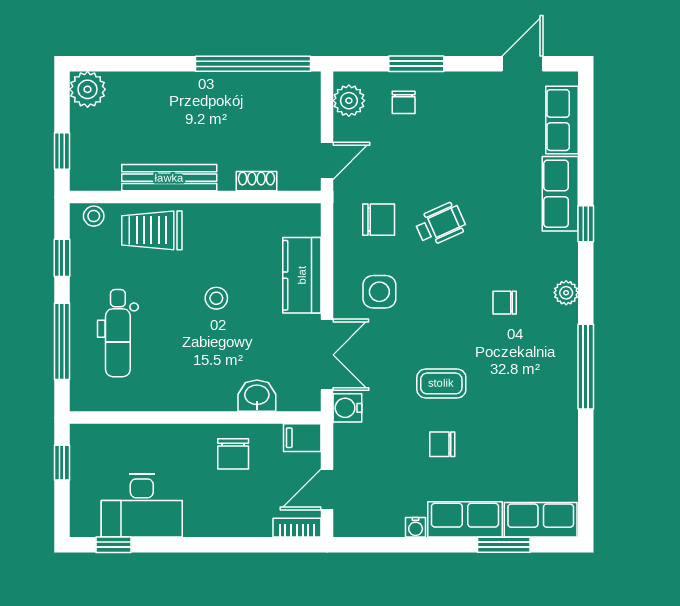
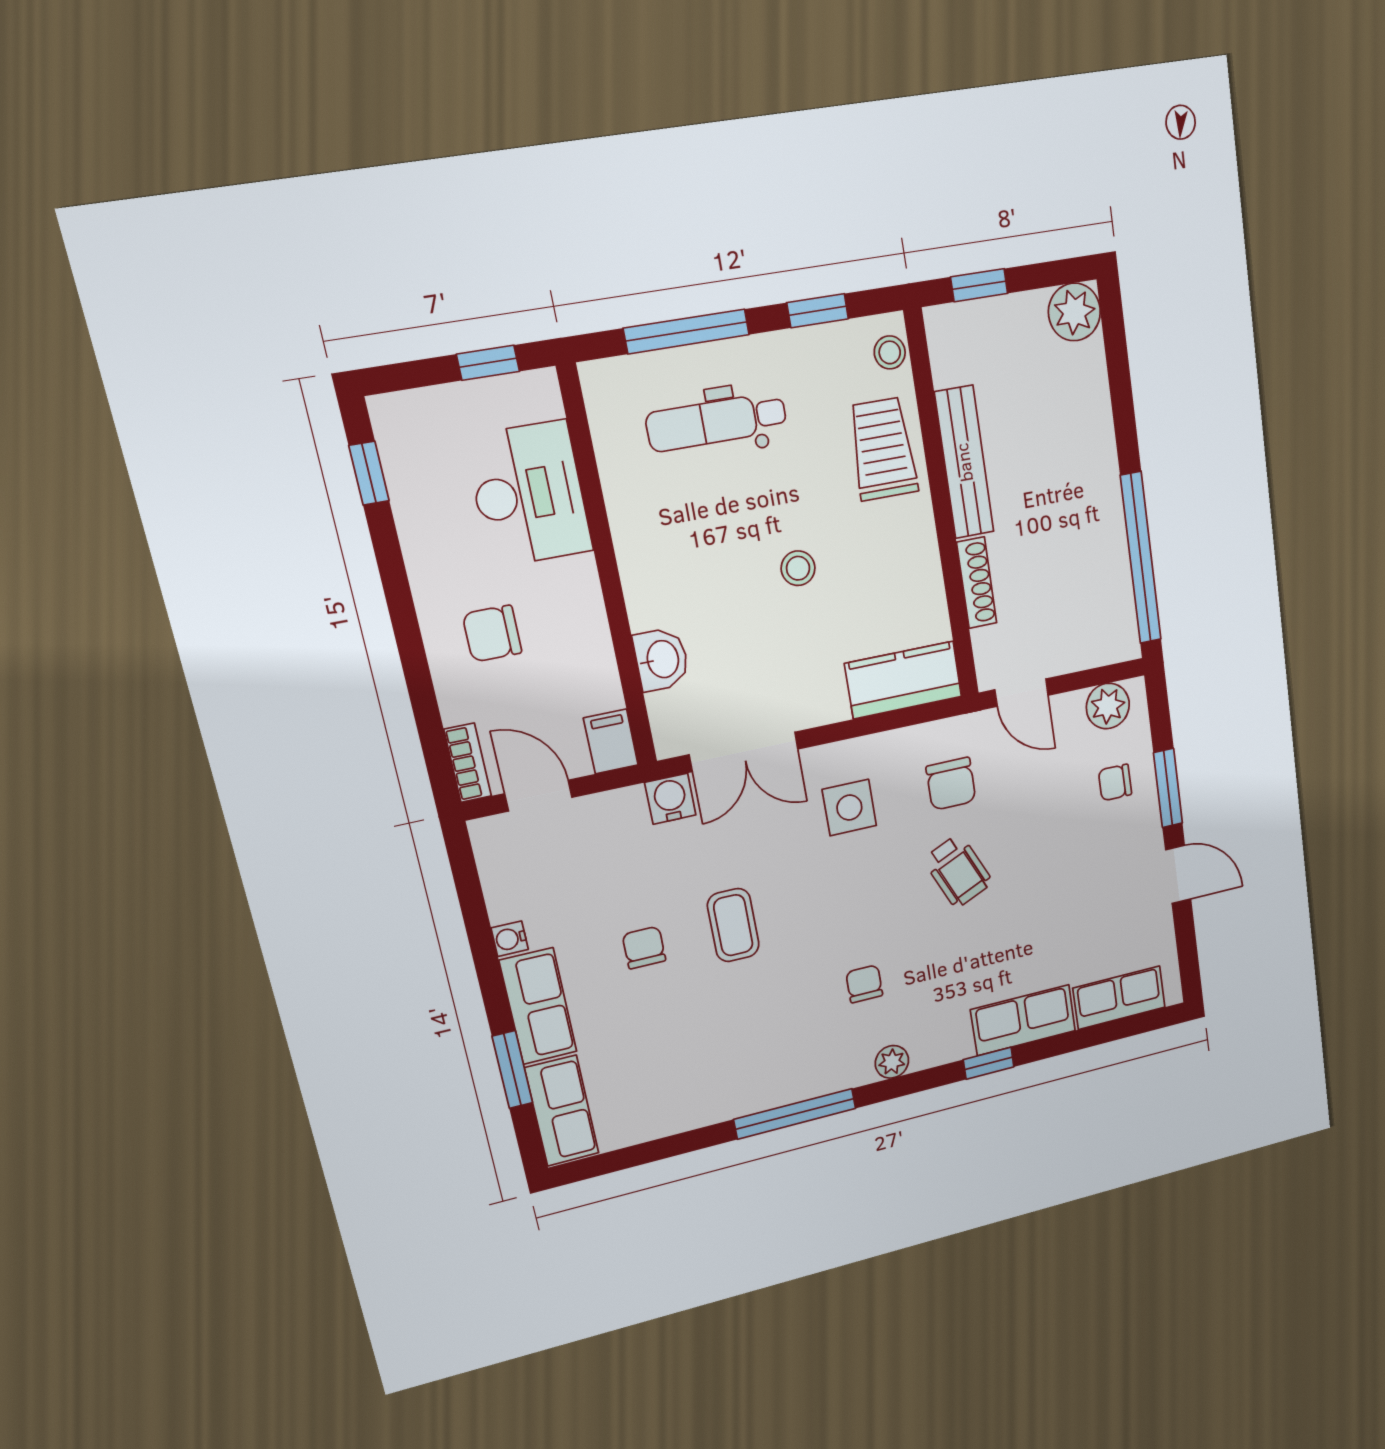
door: (523, 64) -> (1178, 875), moved
shoe rack: (256, 181) -> (977, 583), width x1.43
kitchen counter: (302, 275) -> (903, 680), moved
chair: (233, 454) -> (492, 634), moved
desk: (142, 505) -> (529, 494), moved, turned 180

